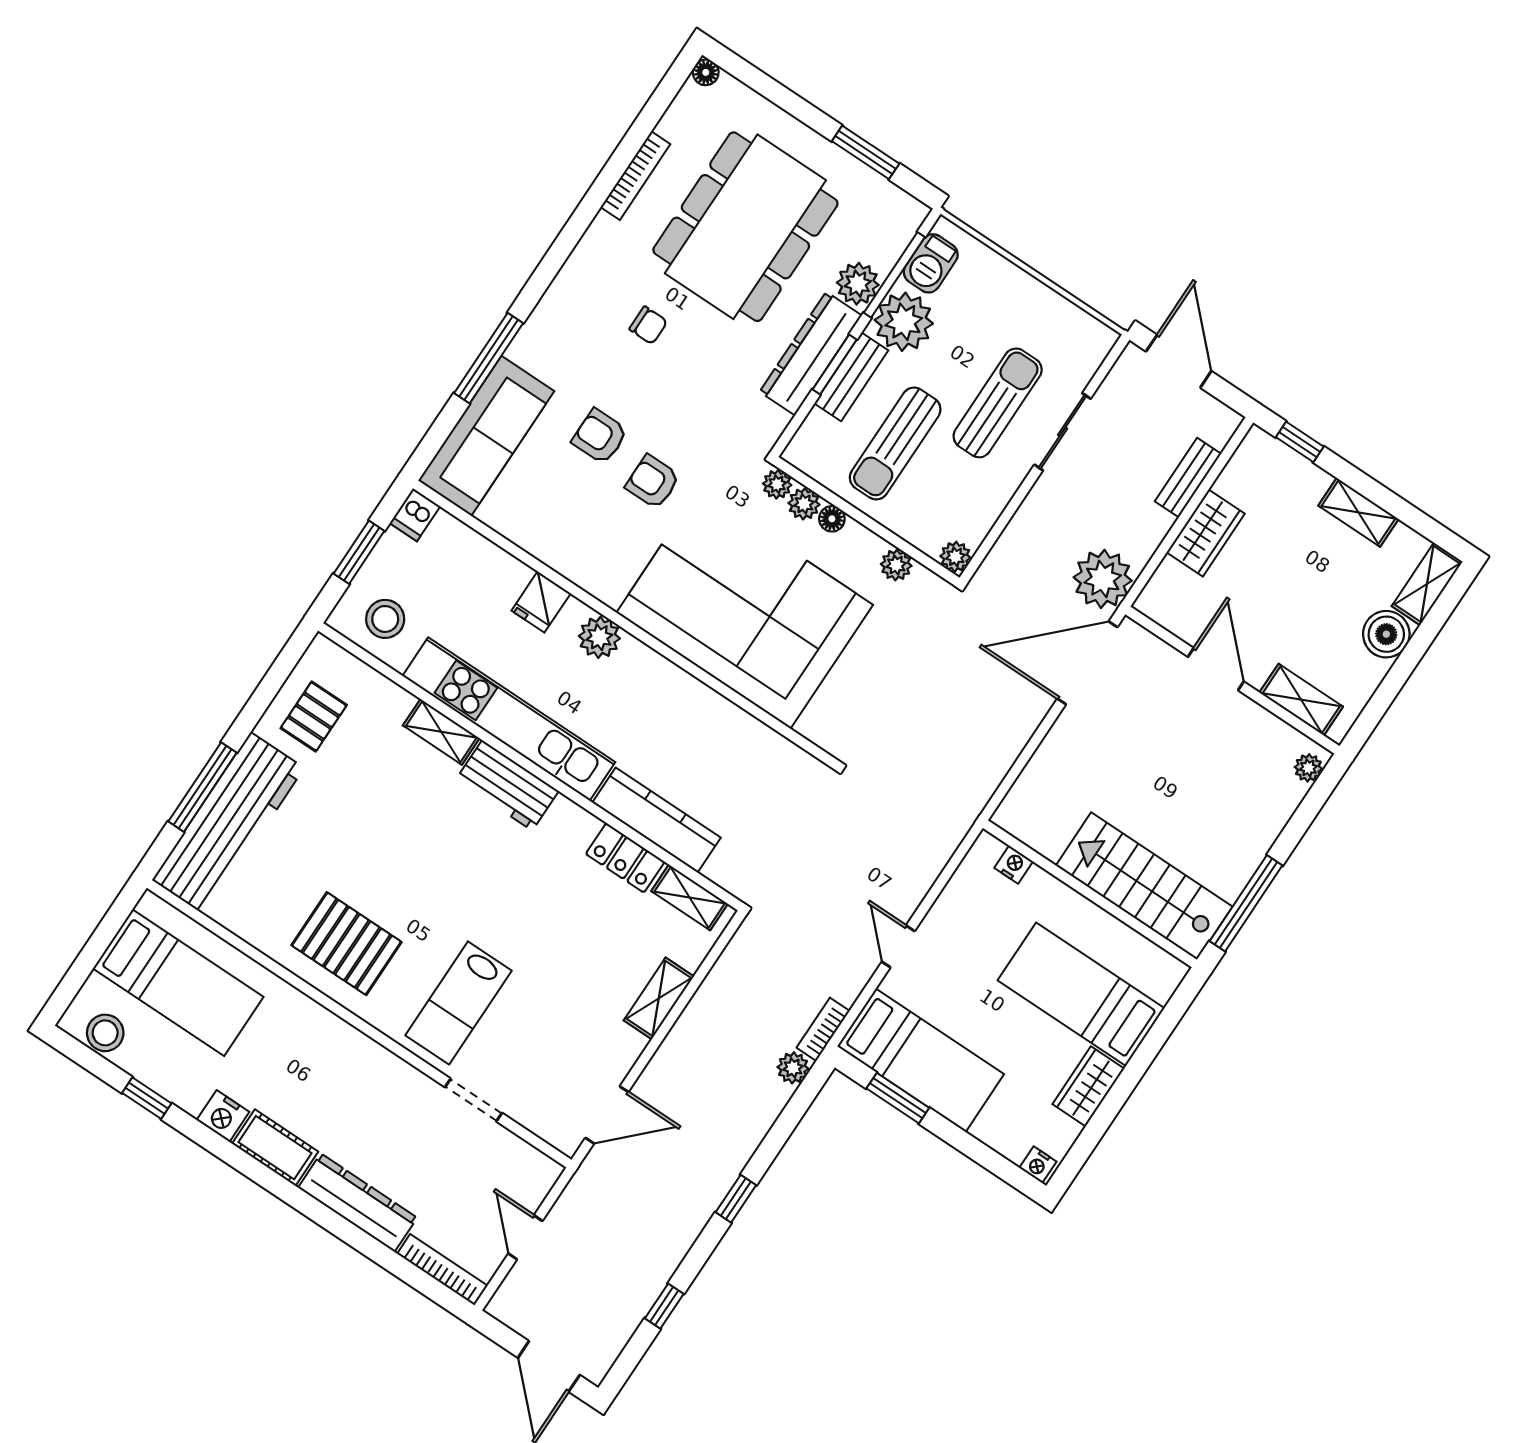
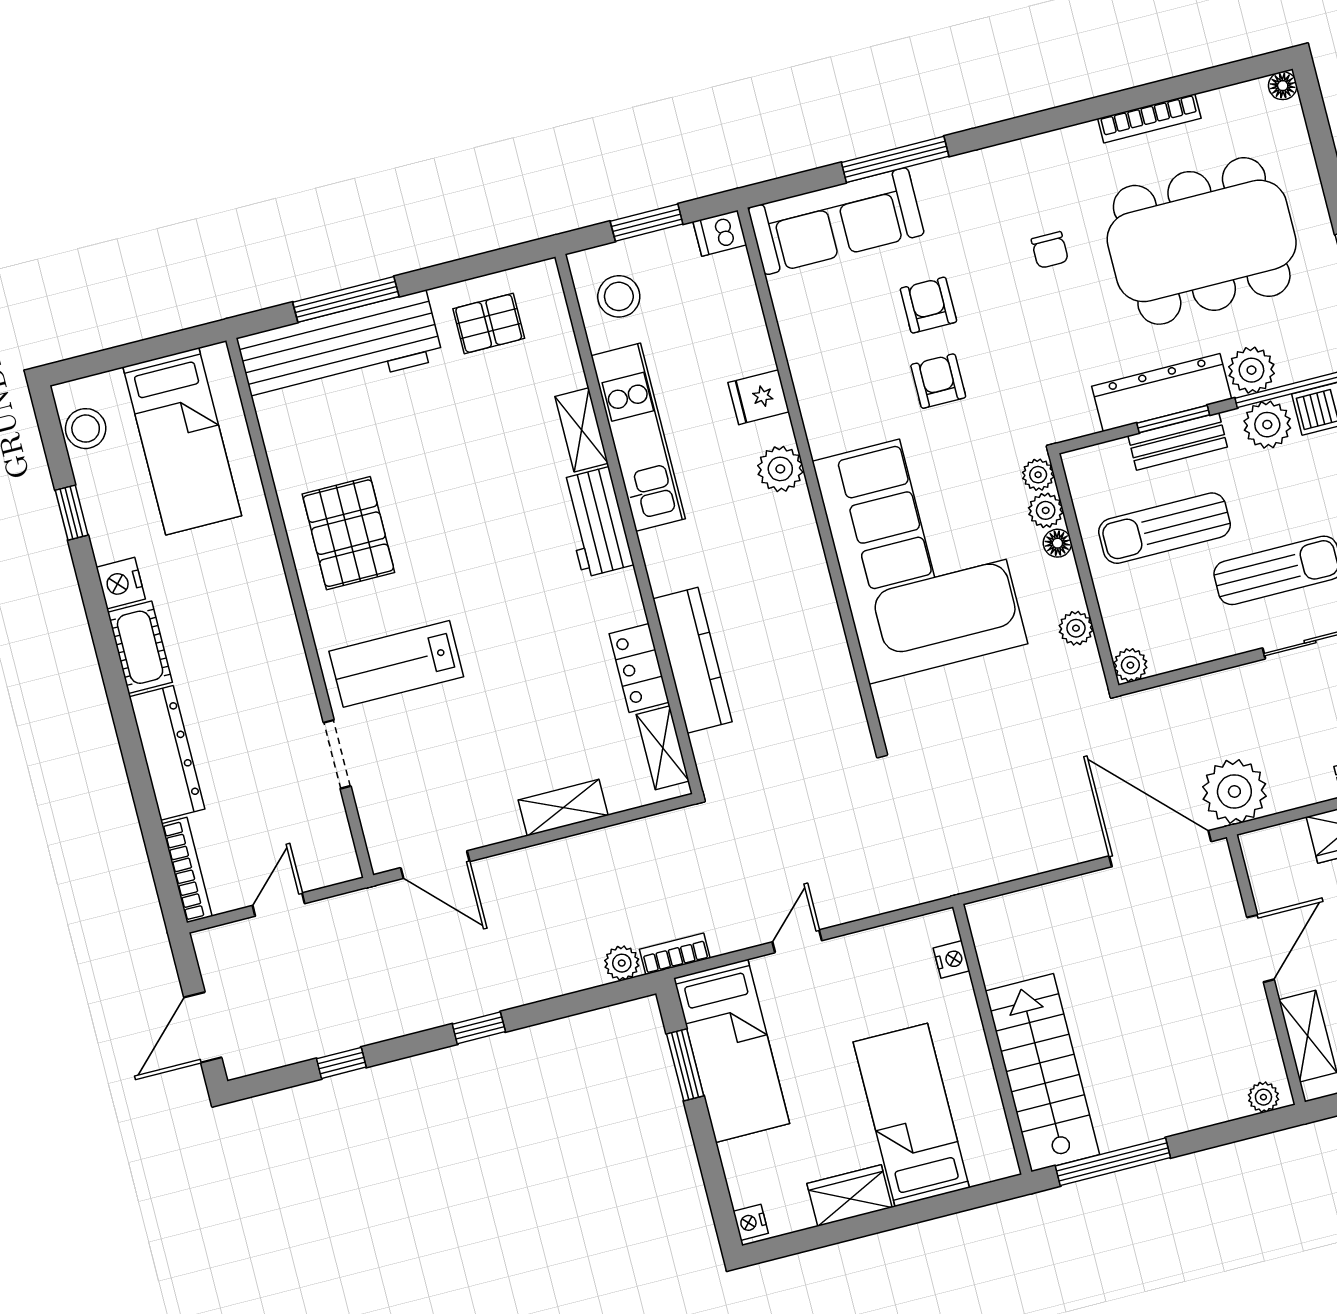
plant: (904, 322) -> (1267, 425), width x0.73, depth x0.73
kitchen unit: (509, 719) -> (638, 437), width x0.73

